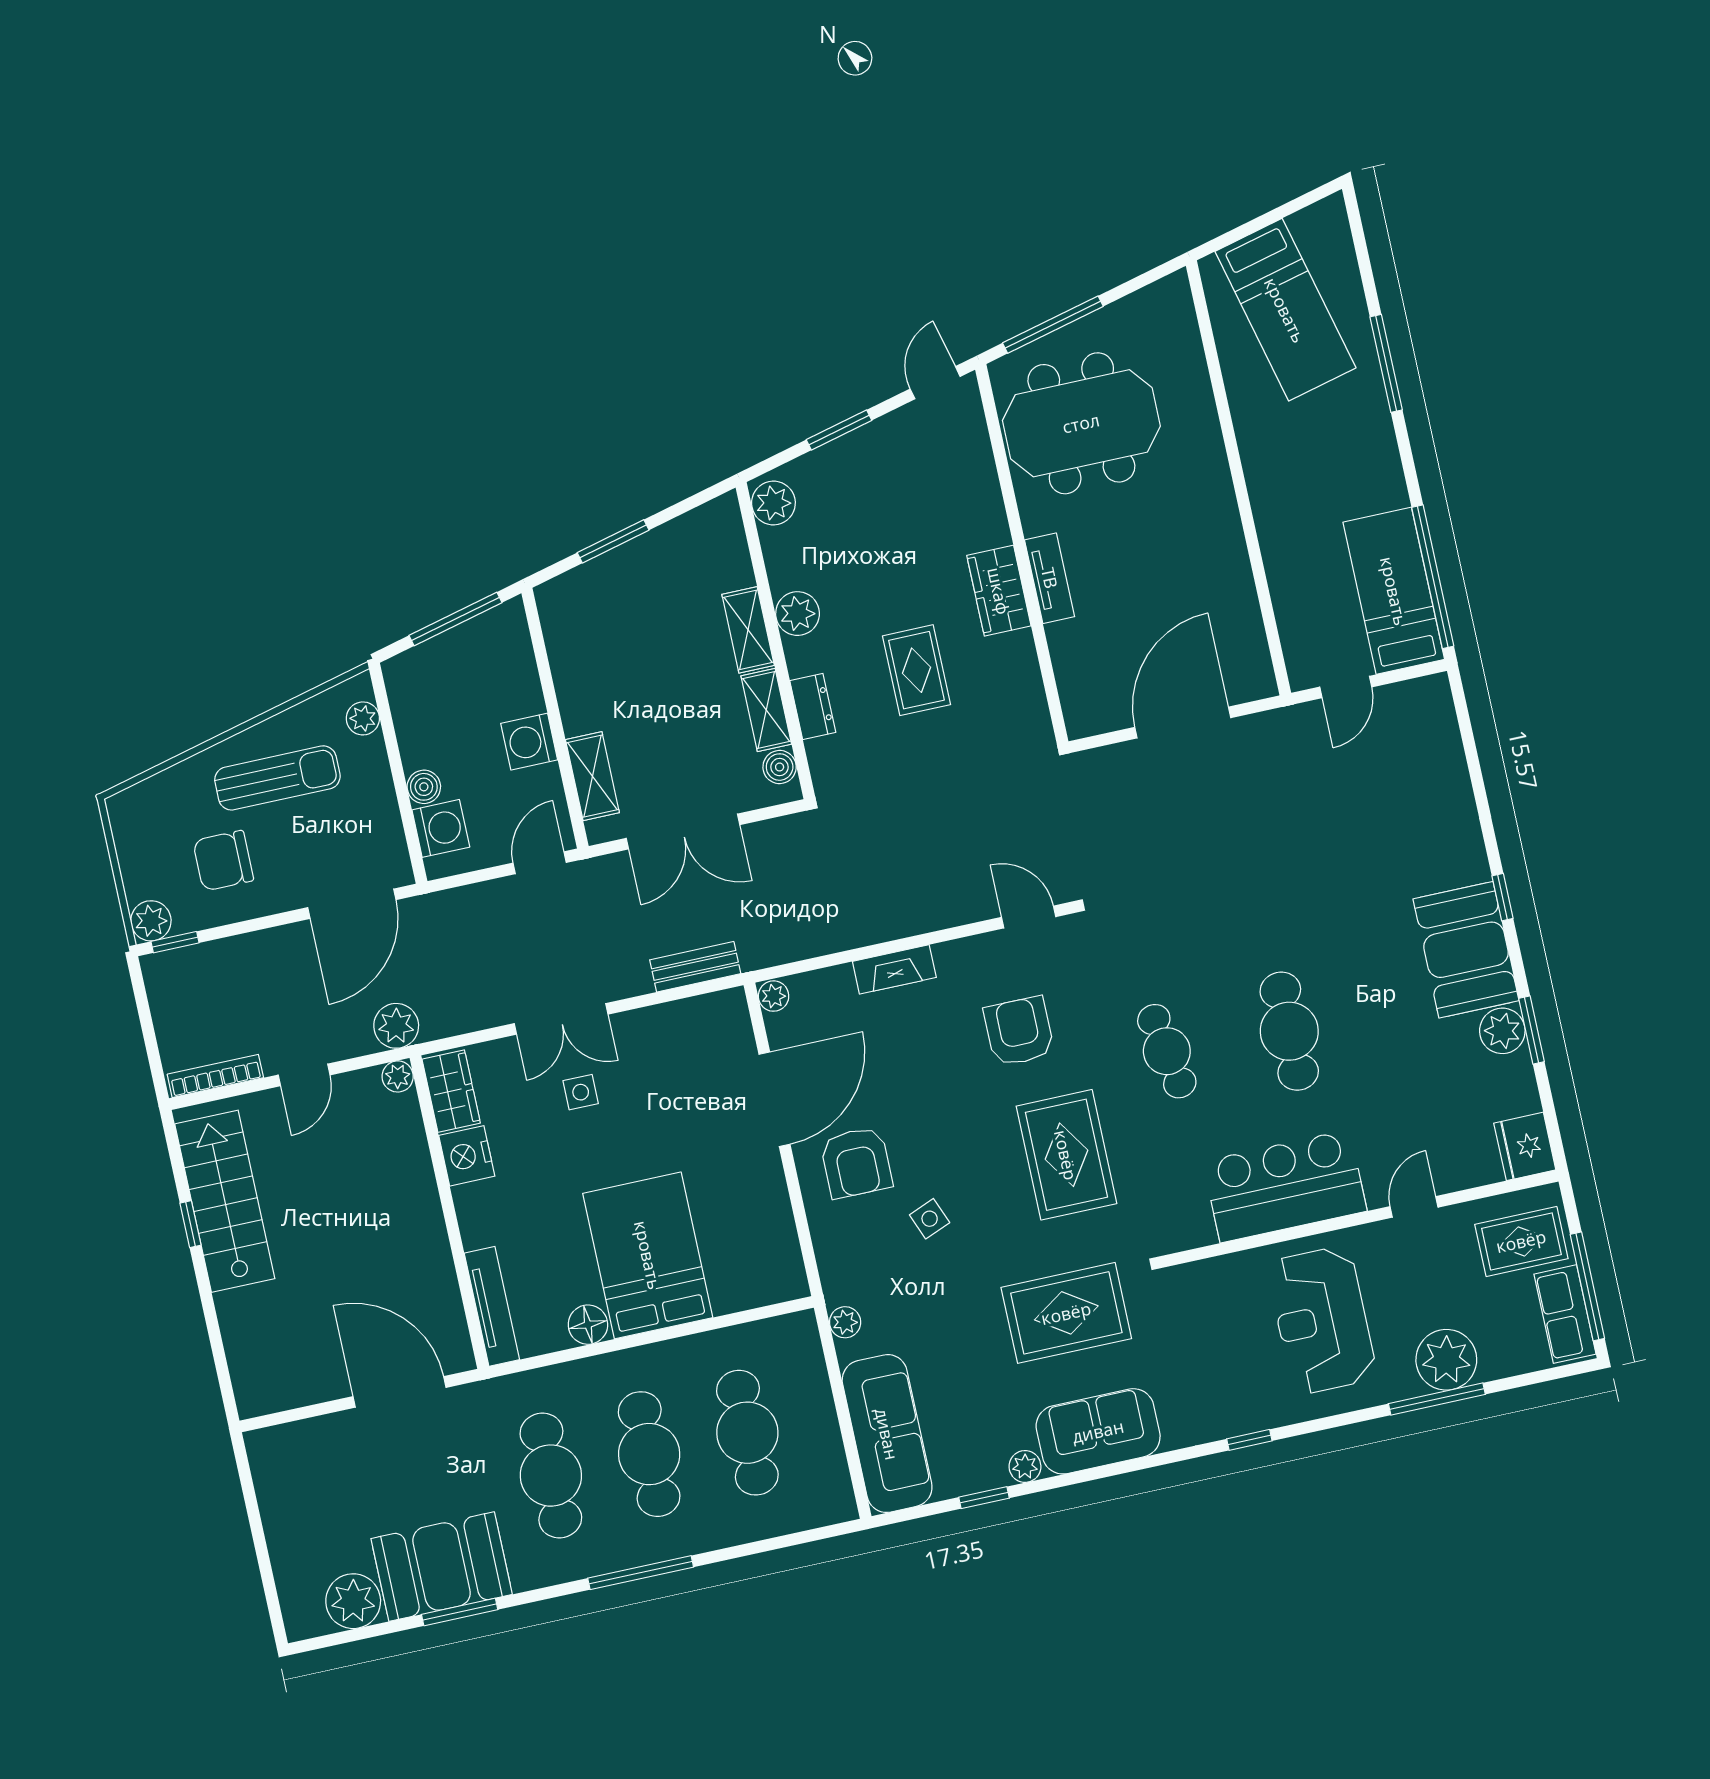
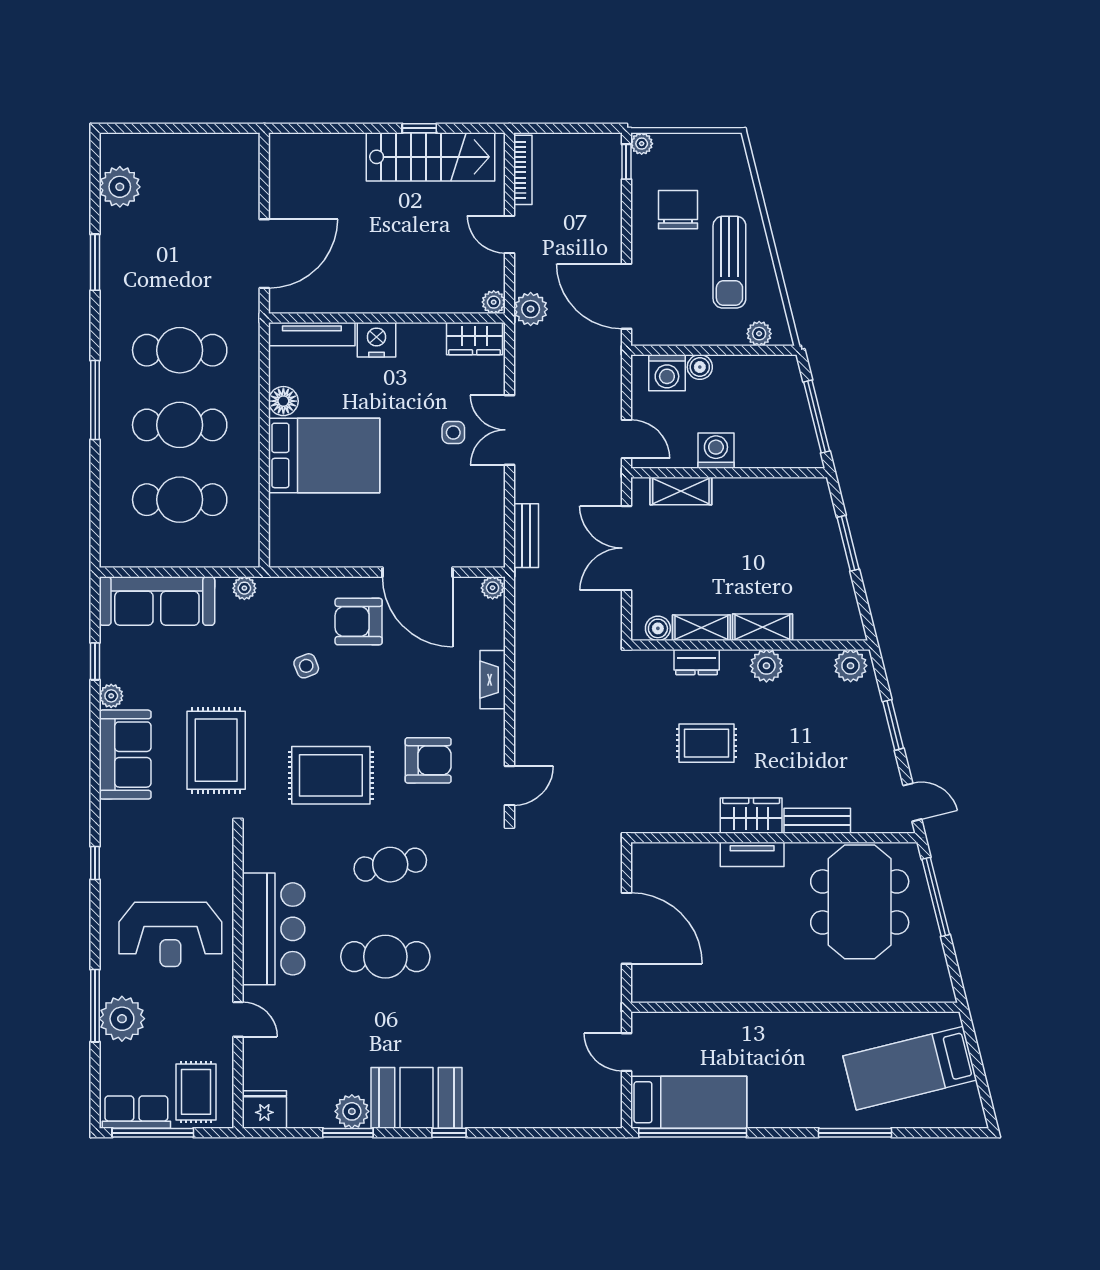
bench: (987, 502) -> (817, 821), added
plant: (151, 921) -> (642, 144), width x0.73, depth x0.73
nightstand: (467, 1156) -> (376, 340), moved
reception desk: (1322, 1320) -> (170, 934), turned 180
booth: (442, 1567) -> (131, 256), removed

